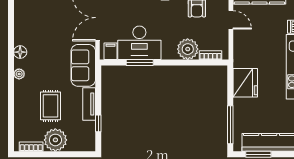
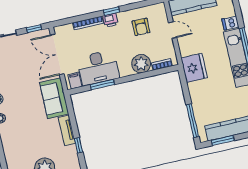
fridge: (245, 83) -> (194, 68), moved
rug: (50, 106) -> (34, 140), removed

